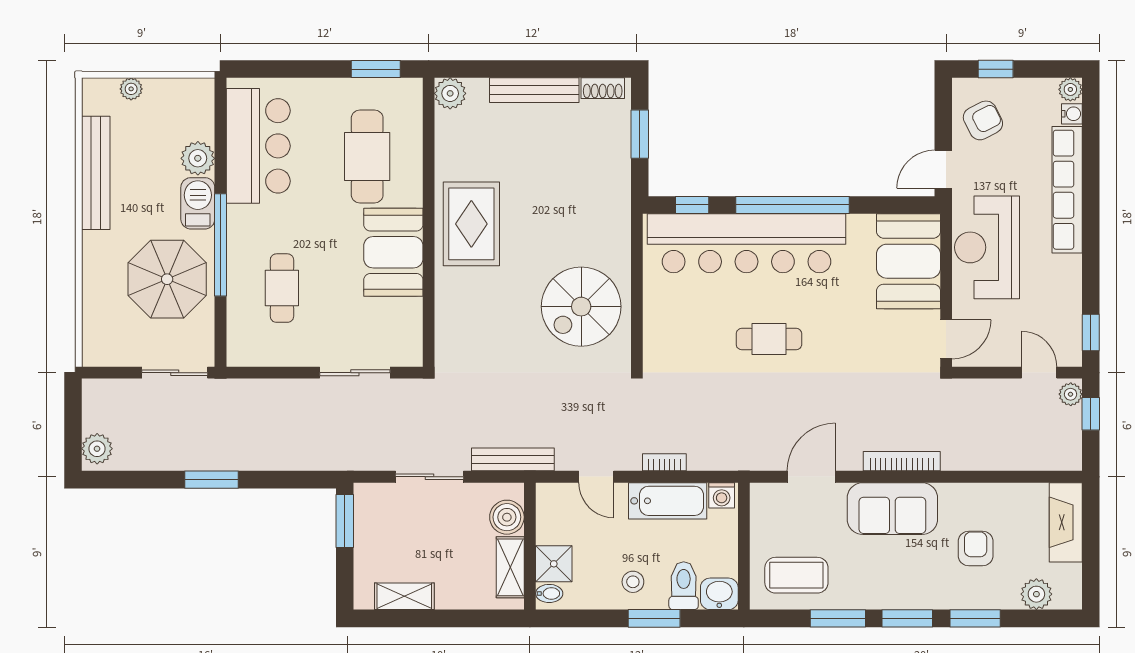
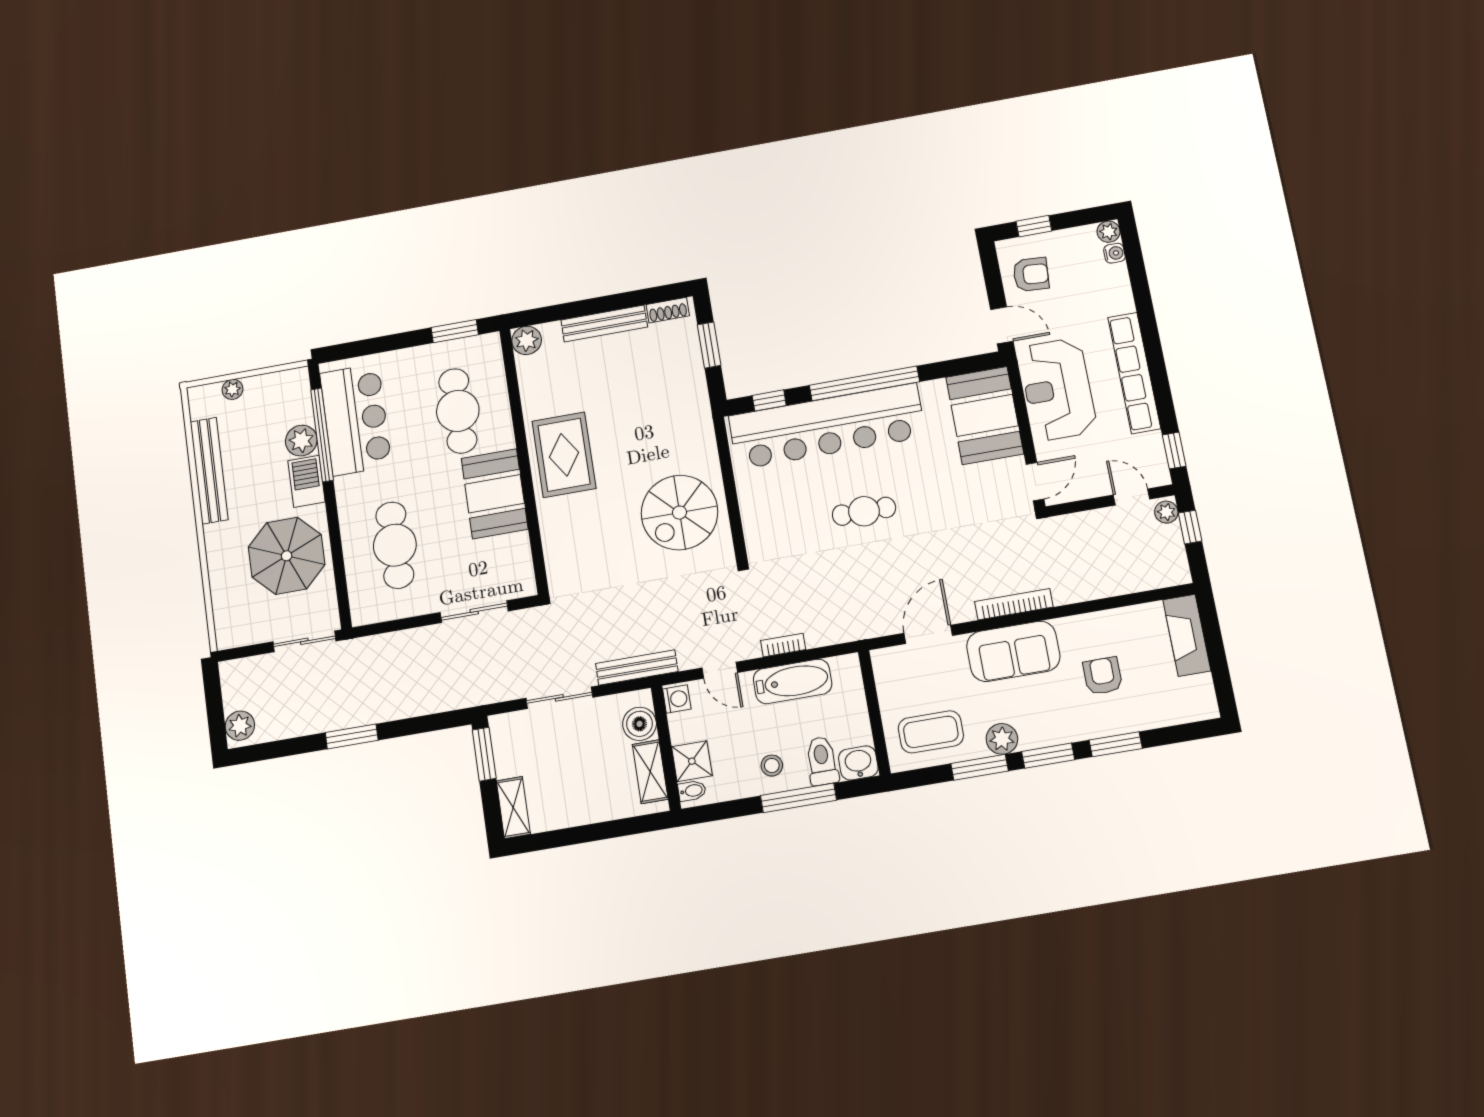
armchair: (983, 120) -> (1031, 274), turned 31
door: (943, 169) -> (1002, 325), swing flipped
row of seats: (1067, 190) -> (1134, 373), moved
window: (220, 245) -> (322, 435), moved
cafe table: (282, 288) -> (395, 545), width x1.37, depth x1.35
washing machine: (722, 495) -> (677, 699), moved, turned -90
plant: (1036, 594) -> (1002, 739), moved
shelving: (404, 596) -> (513, 808), moved, turned 90
window: (654, 618) -> (798, 798), width x1.44

